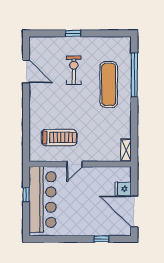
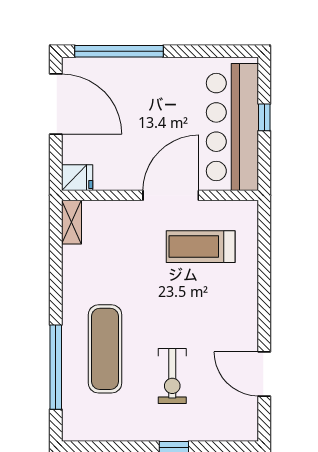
door: (75, 164) -> (171, 195), width x1.88
fridge: (123, 189) -> (77, 178), moved
window: (26, 194) -> (264, 117), moved
window: (101, 239) -> (119, 51), width x3.17

